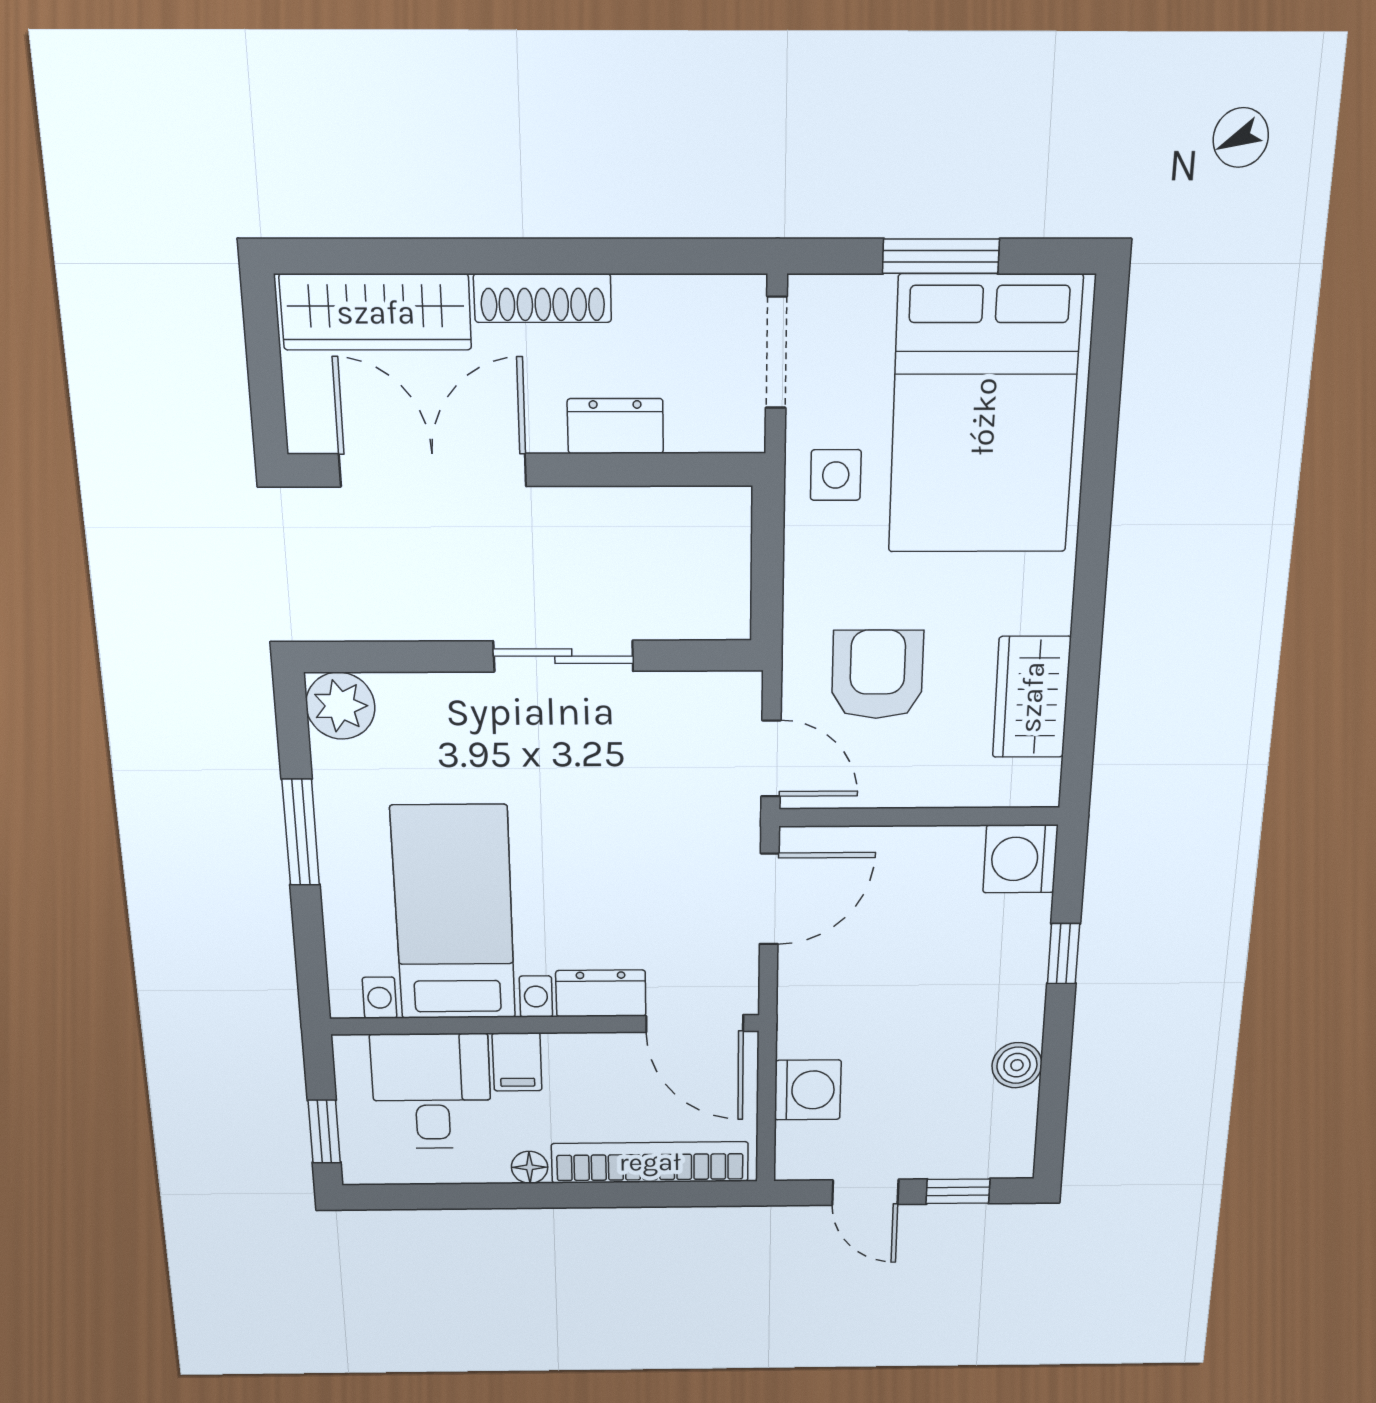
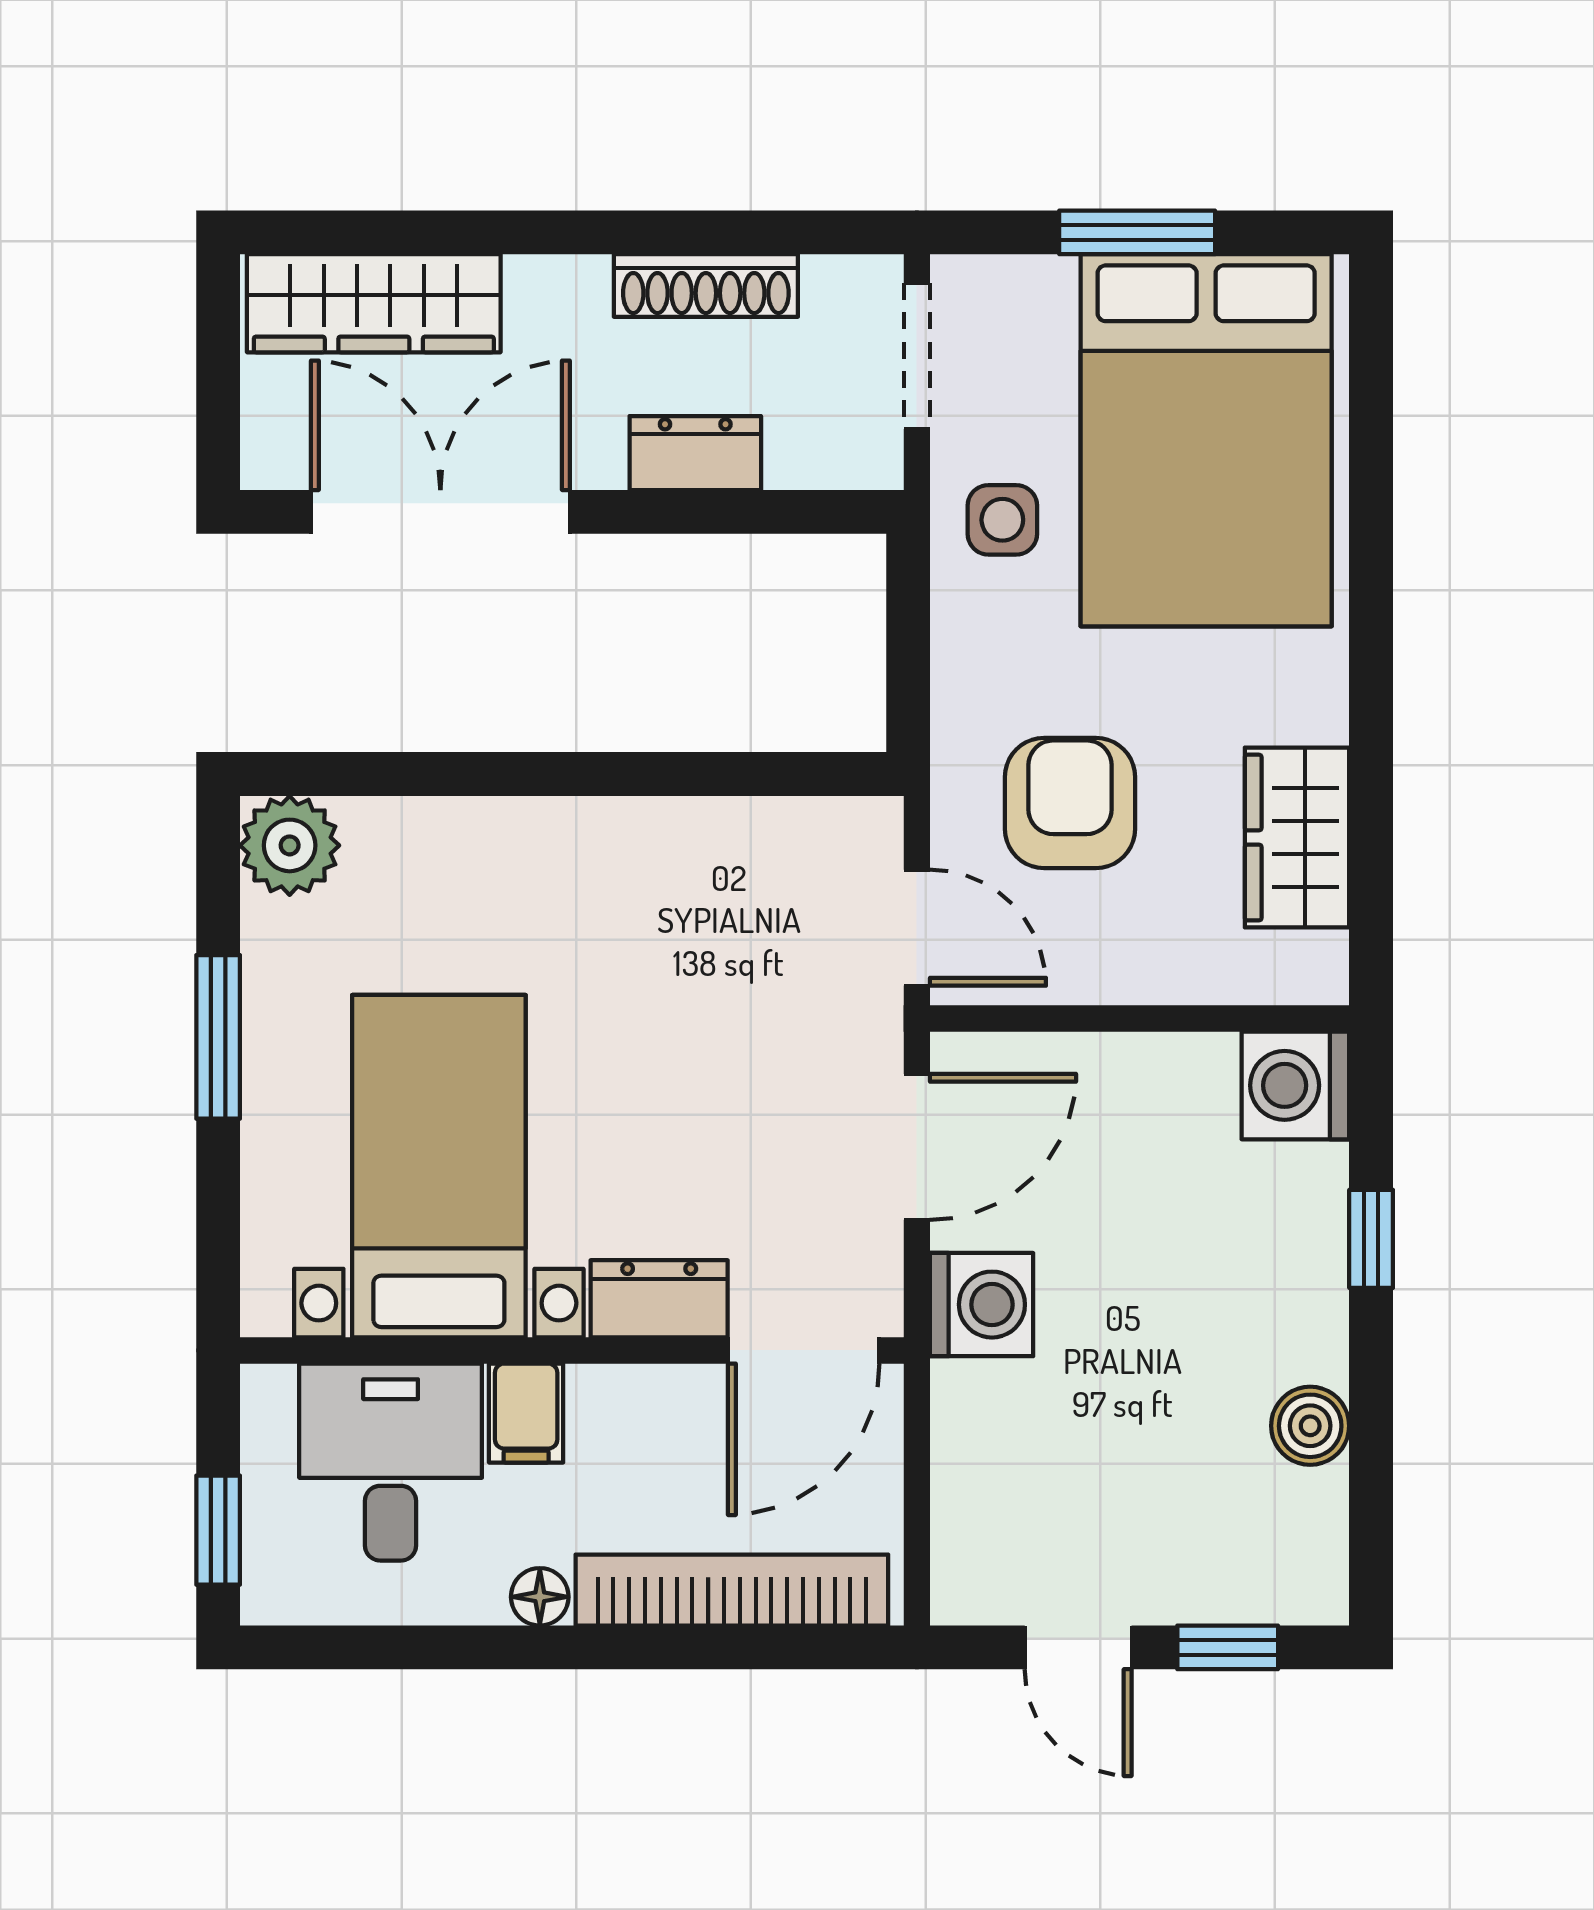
shoe rack: (543, 298) -> (706, 286), moved
sliding door: (563, 656) -> (615, 774), removed
door: (695, 1024) -> (804, 1350), hinge flipped
washing machine: (808, 1090) -> (982, 1305), moved

